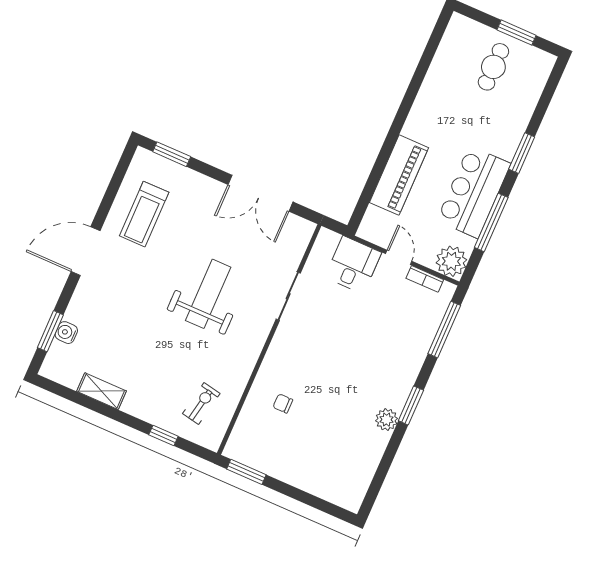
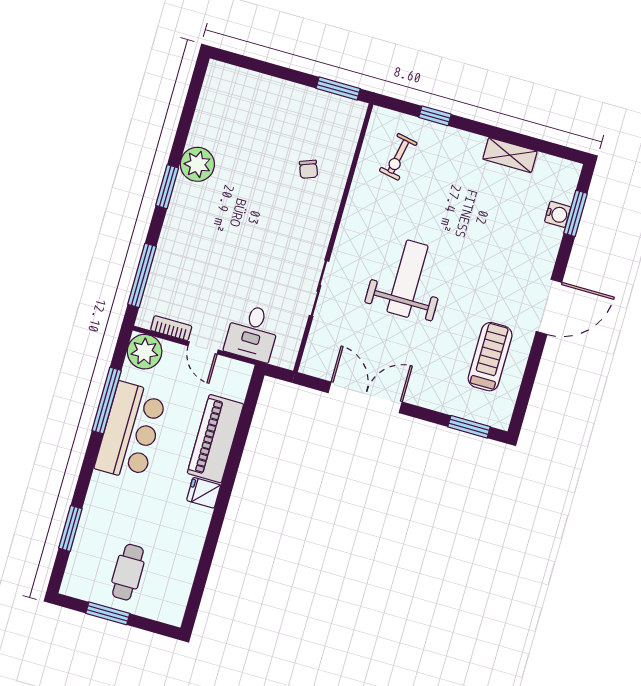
fridge: (416, 128) -> (204, 493), added
window: (522, 153) -> (70, 528), moved
weight bench: (208, 294) -> (407, 279), turned 180
chair: (283, 403) -> (308, 169), turned 69
plant: (387, 420) -> (197, 164), width x1.36, depth x1.36

